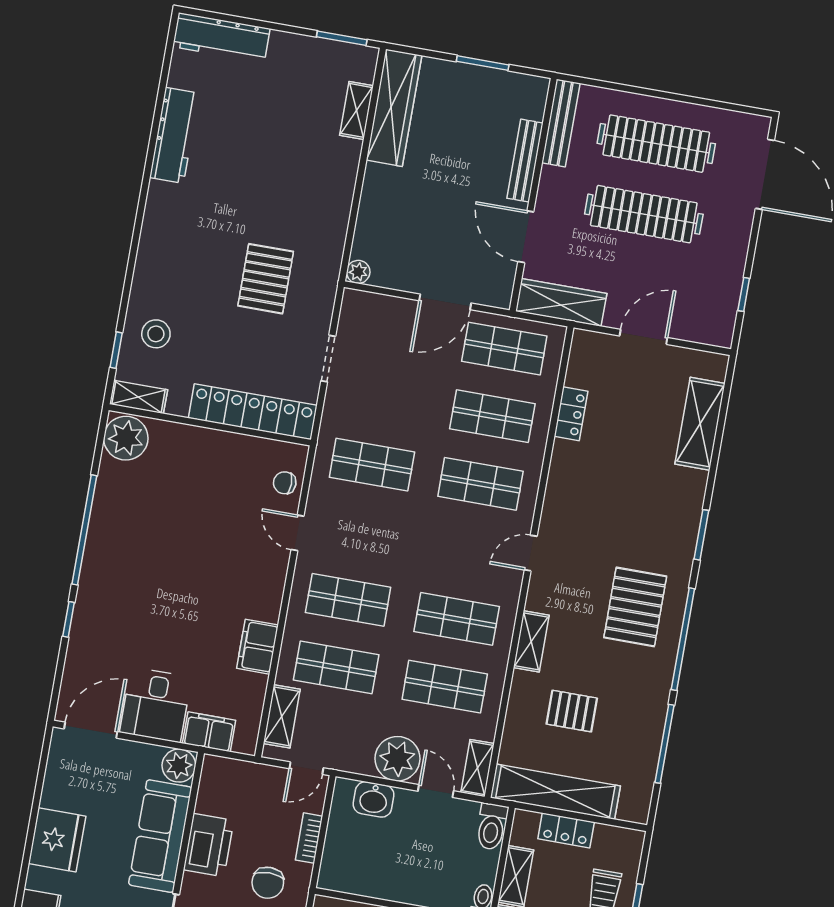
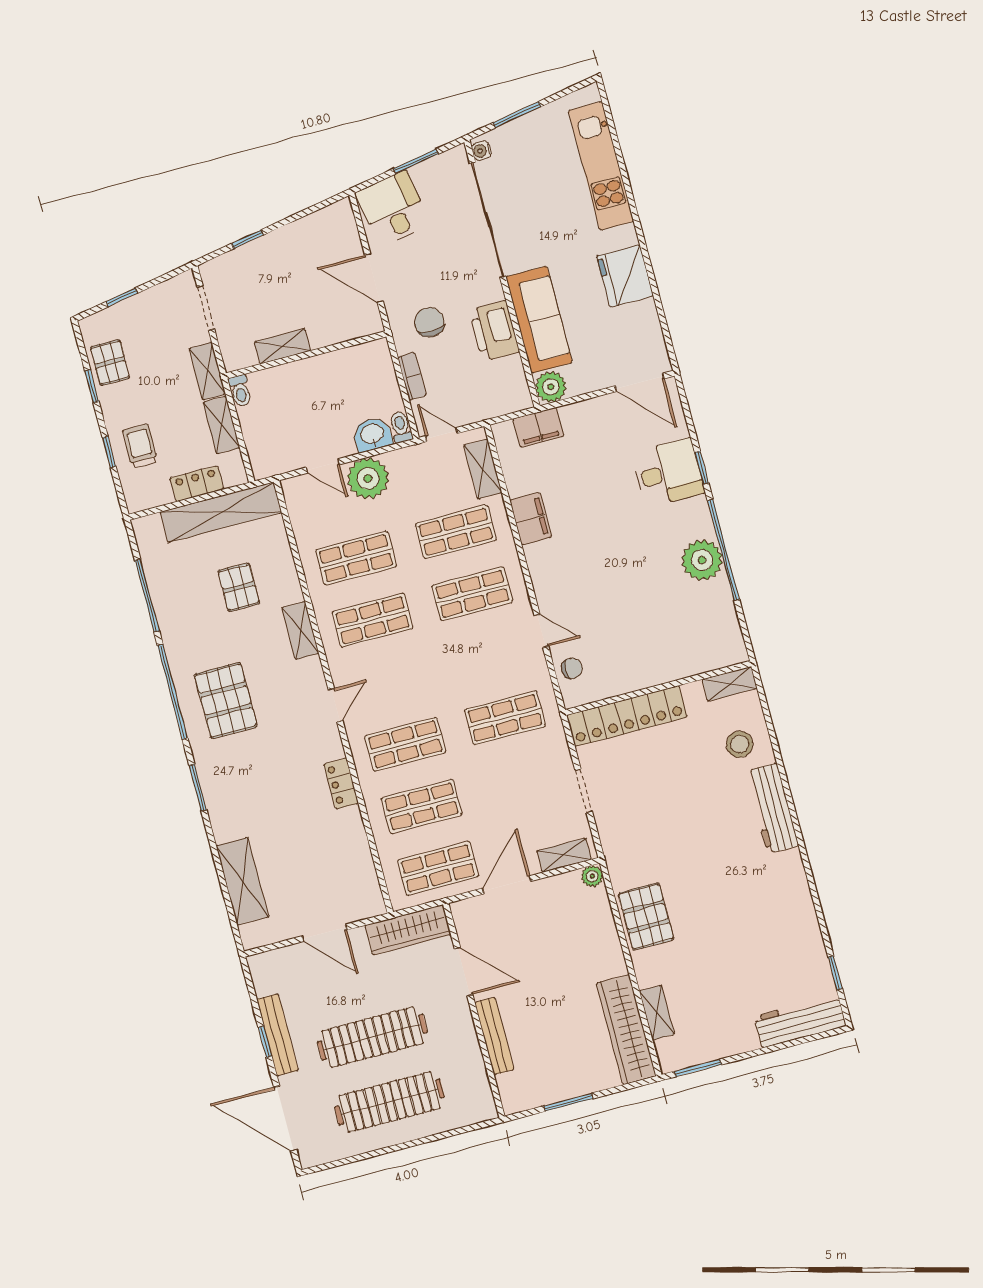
bench: (561, 123) -> (277, 1035), moved
workbench: (174, 135) -> (772, 808), moved
pallet: (266, 279) -> (646, 916), moved
window: (744, 294) -> (265, 1042), moved
door: (643, 337) -> (325, 933), hinge flipped
window: (116, 350) -> (835, 973), moved
locker: (571, 414) -> (341, 783), moved
plant: (126, 438) -> (702, 560), moved
desk: (156, 705) -> (668, 473), moved, turned 90
pallet: (572, 711) -> (239, 587), turned 90
door: (91, 730) -> (639, 382), hinge flipped
door: (306, 768) -> (442, 435), hinge flipped
shelving: (478, 768) -> (564, 855), moved, turned 90
toilet: (492, 827) -> (401, 427), moved, width x0.73, depth x0.72

